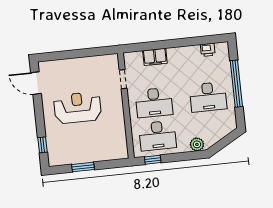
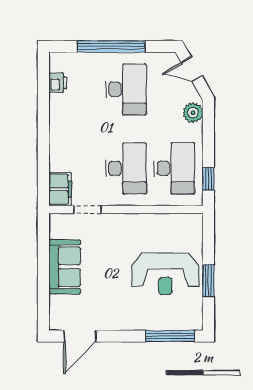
filing cabinet: (155, 57) -> (60, 189), moved
sofa: (82, 68) -> (65, 267), added
reception desk: (78, 108) -> (165, 274), moved, turned -90
door: (227, 140) -> (192, 69), added
window: (42, 145) -> (170, 336), width x2.17

